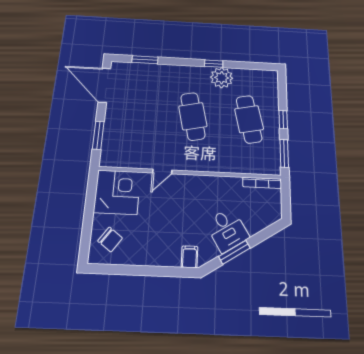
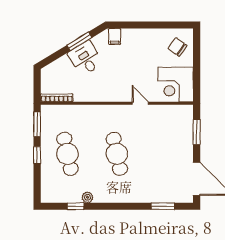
window: (214, 64) -> (76, 206), moved
plant: (222, 78) -> (88, 197), width x0.53, depth x0.53
door: (162, 171) -> (140, 103), hinge flipped

